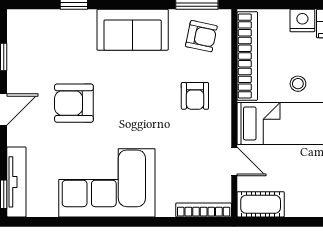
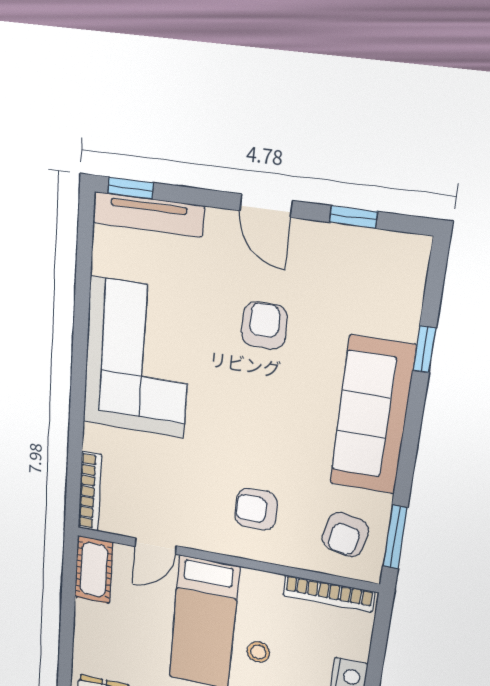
sofa: (133, 30) -> (372, 416), width x1.36
bookcase: (247, 56) -> (329, 594), width x0.68, depth x0.76
armchair: (74, 103) -> (264, 326), width x0.72, depth x0.72

